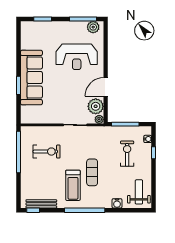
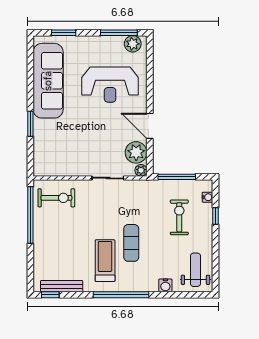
sofa: (31, 78) -> (48, 81), moved
door: (106, 87) -> (150, 126), hinge flipped
exercise bike: (47, 152) -> (56, 198), moved
treadmill: (73, 185) -> (105, 261), turned 180

